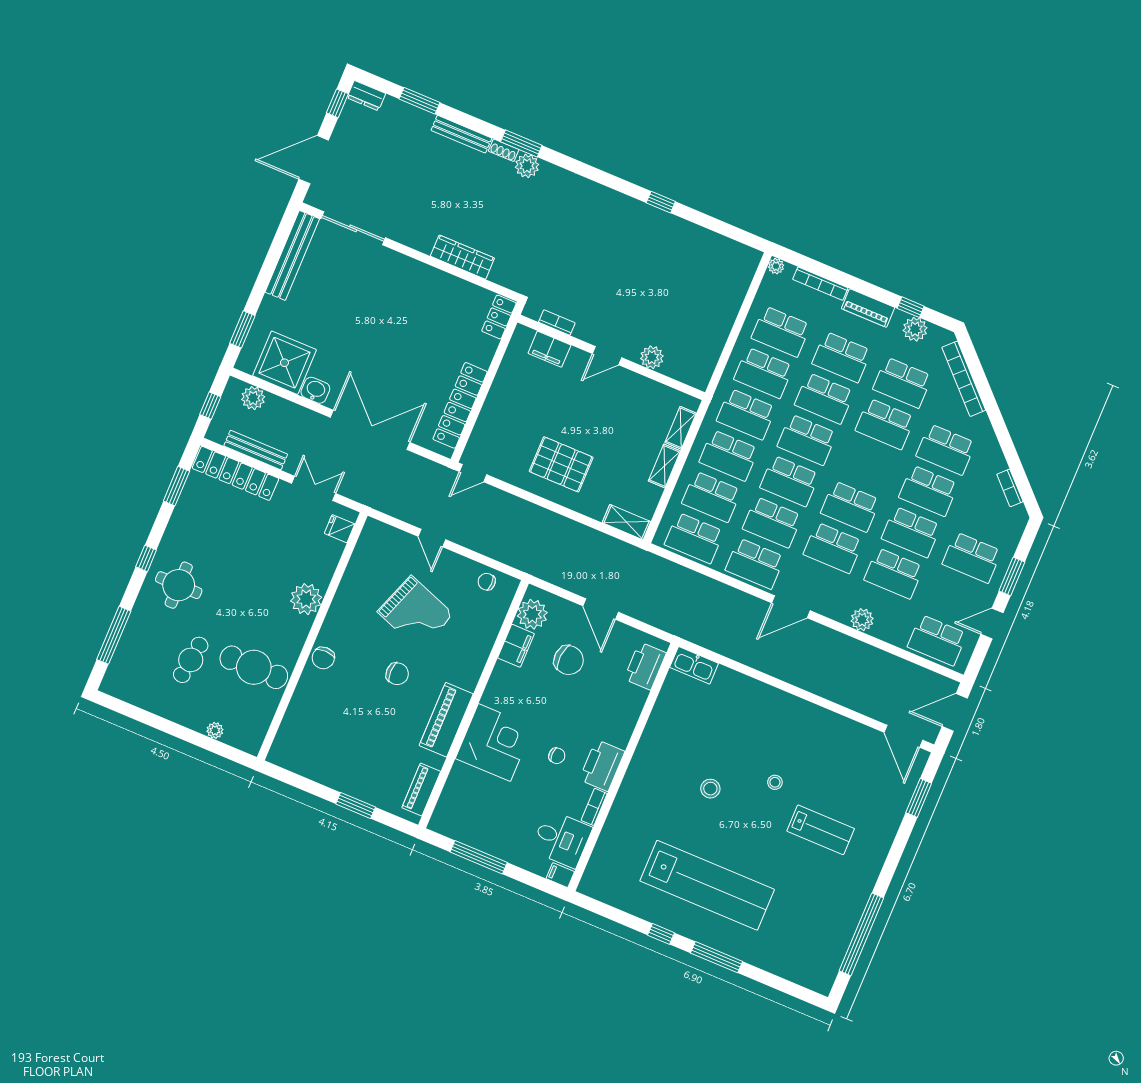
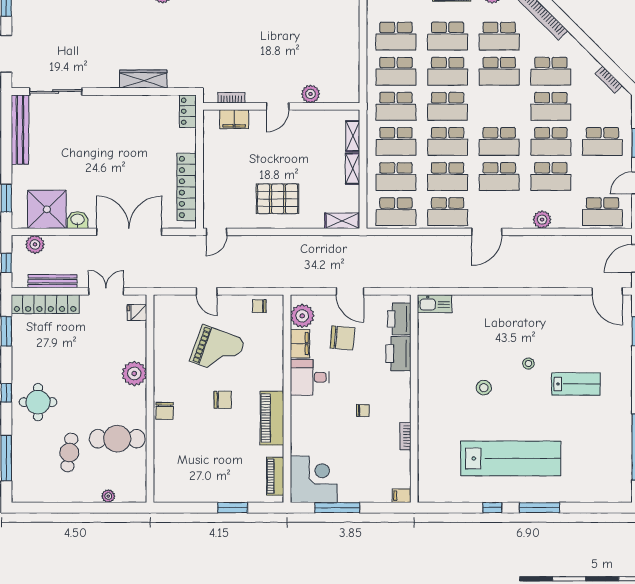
corner desk: (494, 743) -> (314, 479), moved
printer: (602, 766) -> (398, 354), moved
desk: (561, 839) -> (310, 377), moved, turned 180

